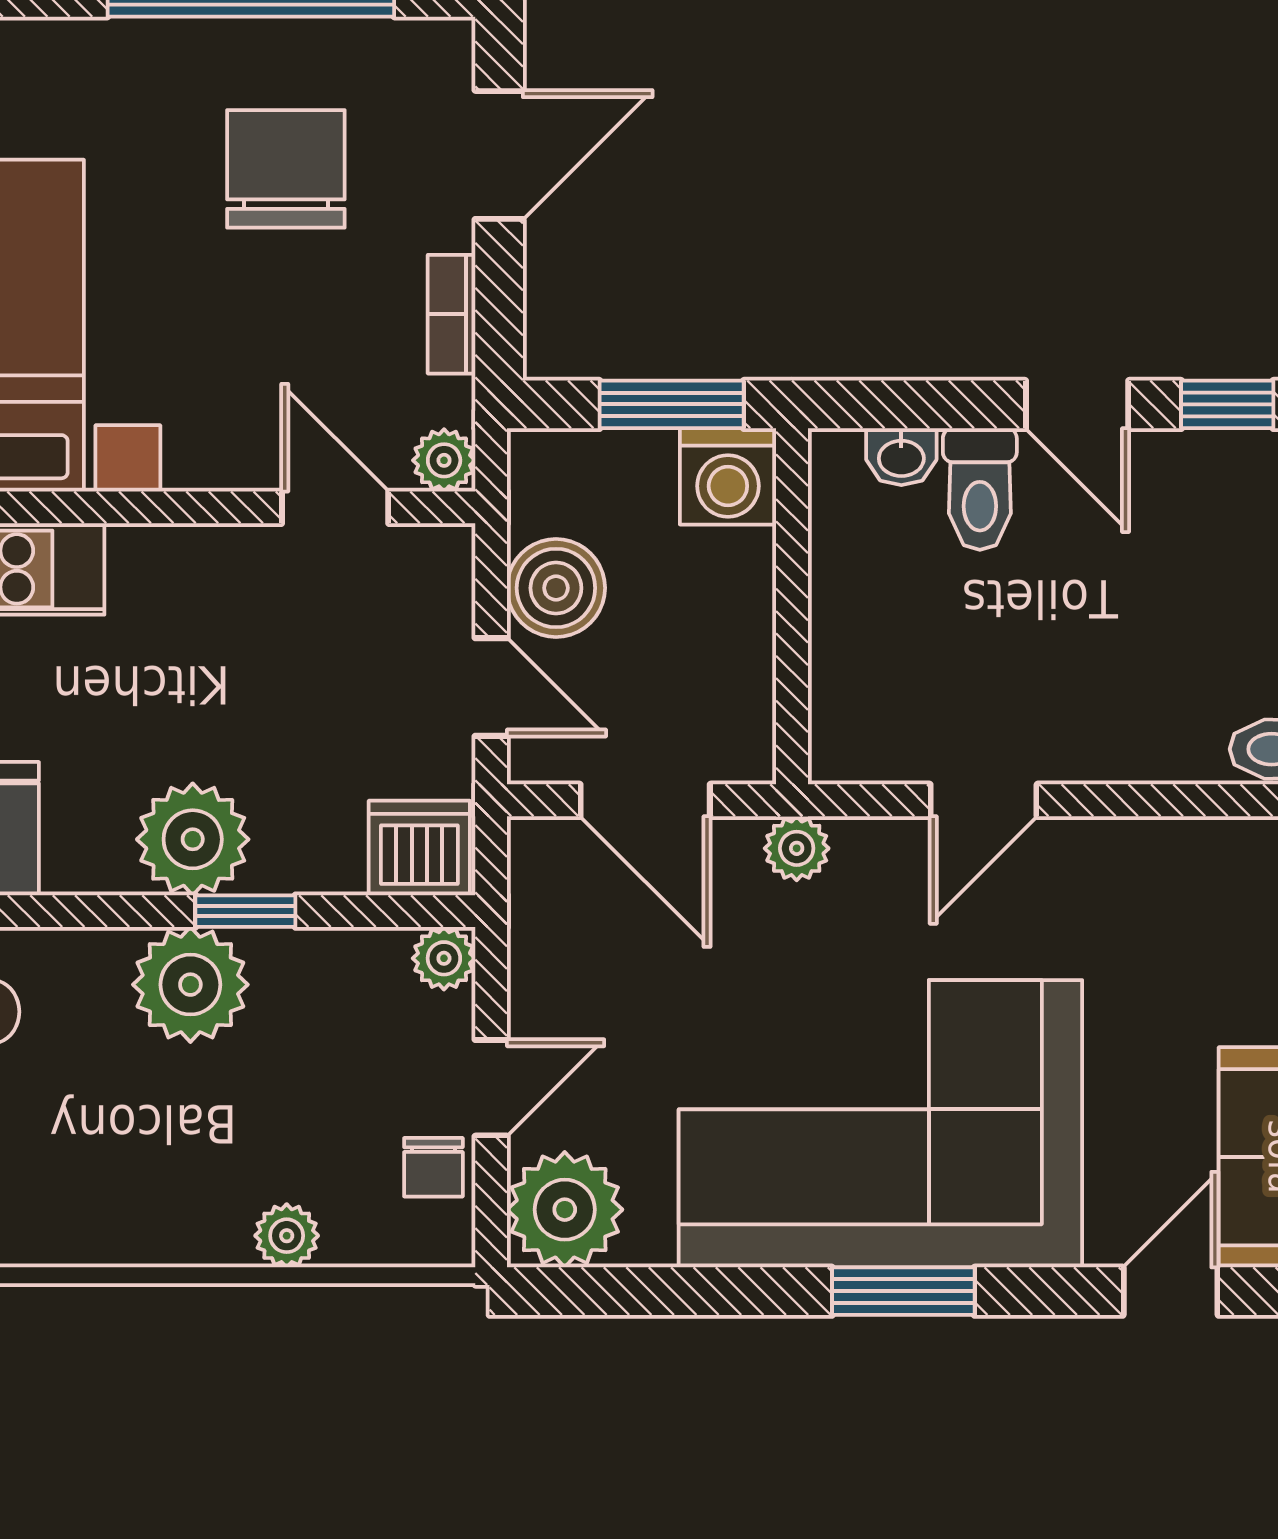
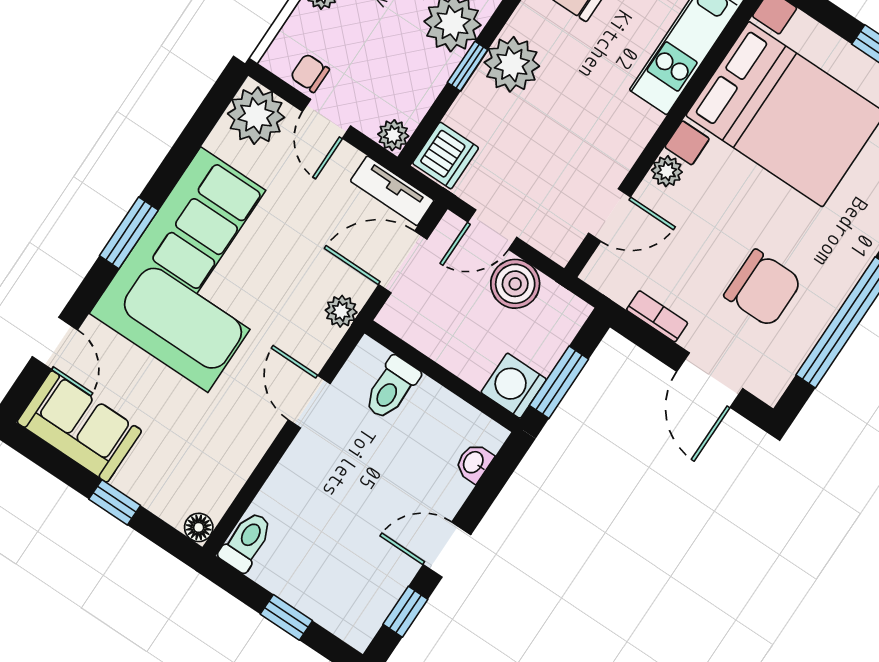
plant: (444, 460) -> (667, 171), moved
toilet: (980, 489) -> (391, 388), moved, turned -90
tv unit: (538, 898) -> (392, 191), added

